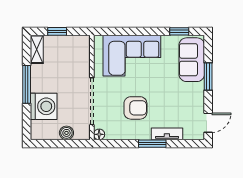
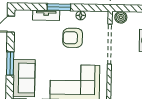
boiler: (66, 133) -> (121, 17), moved
floor lamp: (99, 134) -> (81, 15), moved

